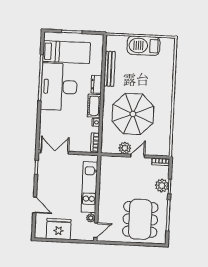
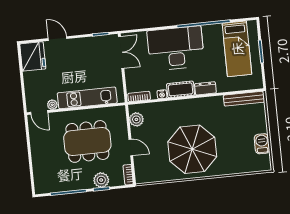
barbecue: (144, 46) -> (262, 144), width x0.53, depth x0.65
bench: (109, 69) -> (244, 99), moved
desk: (59, 87) -> (176, 48), moved
parasol: (133, 114) -> (192, 149), moved
plant: (125, 148) -> (136, 119), moved
door: (35, 205) -> (58, 39), swing flipped
dining table: (140, 219) -> (87, 141), moved
fridge: (59, 229) -> (33, 56), moved

